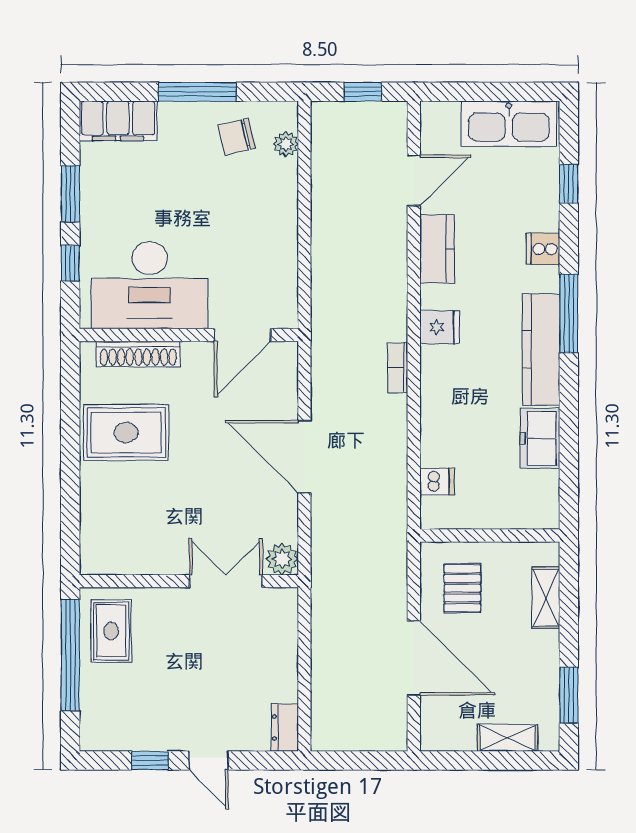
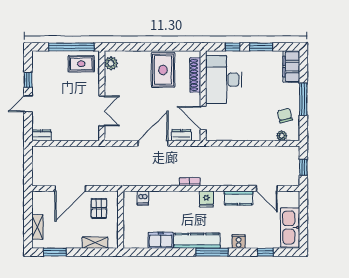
dresser: (285, 388) -> (181, 135), added
plant: (282, 559) -> (111, 63), moved
pallet: (462, 588) -> (99, 208), turned 90

